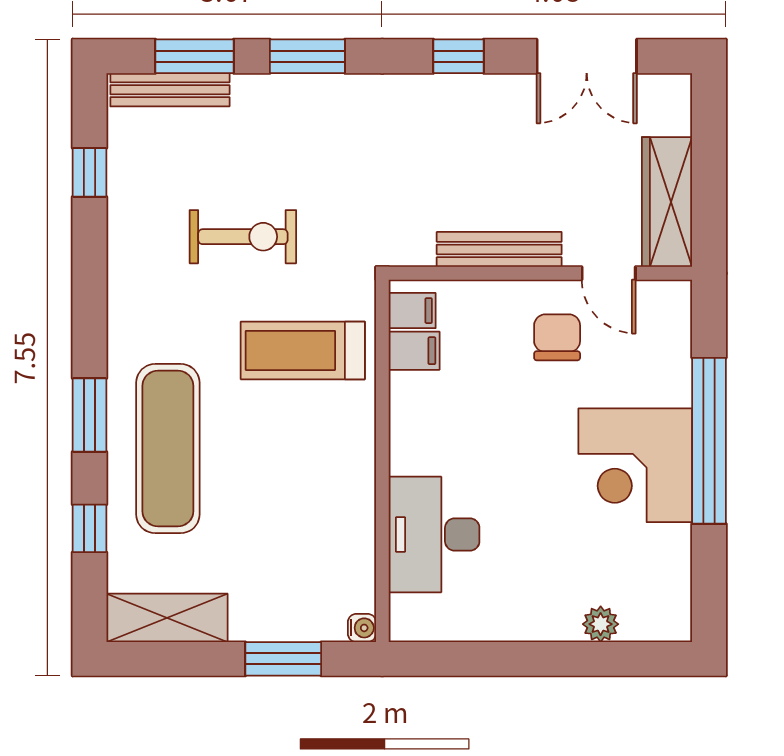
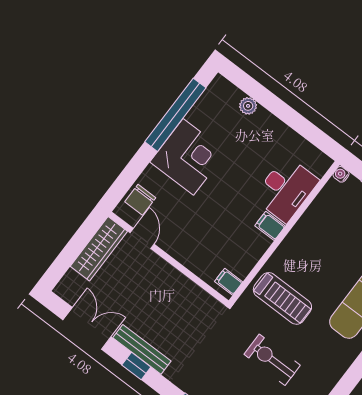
bench: (499, 249) -> (142, 349), moved
chair: (557, 337) -> (140, 200), moved
filing cabinet: (414, 351) -> (270, 226), moved
window: (709, 441) -> (175, 115), moved

